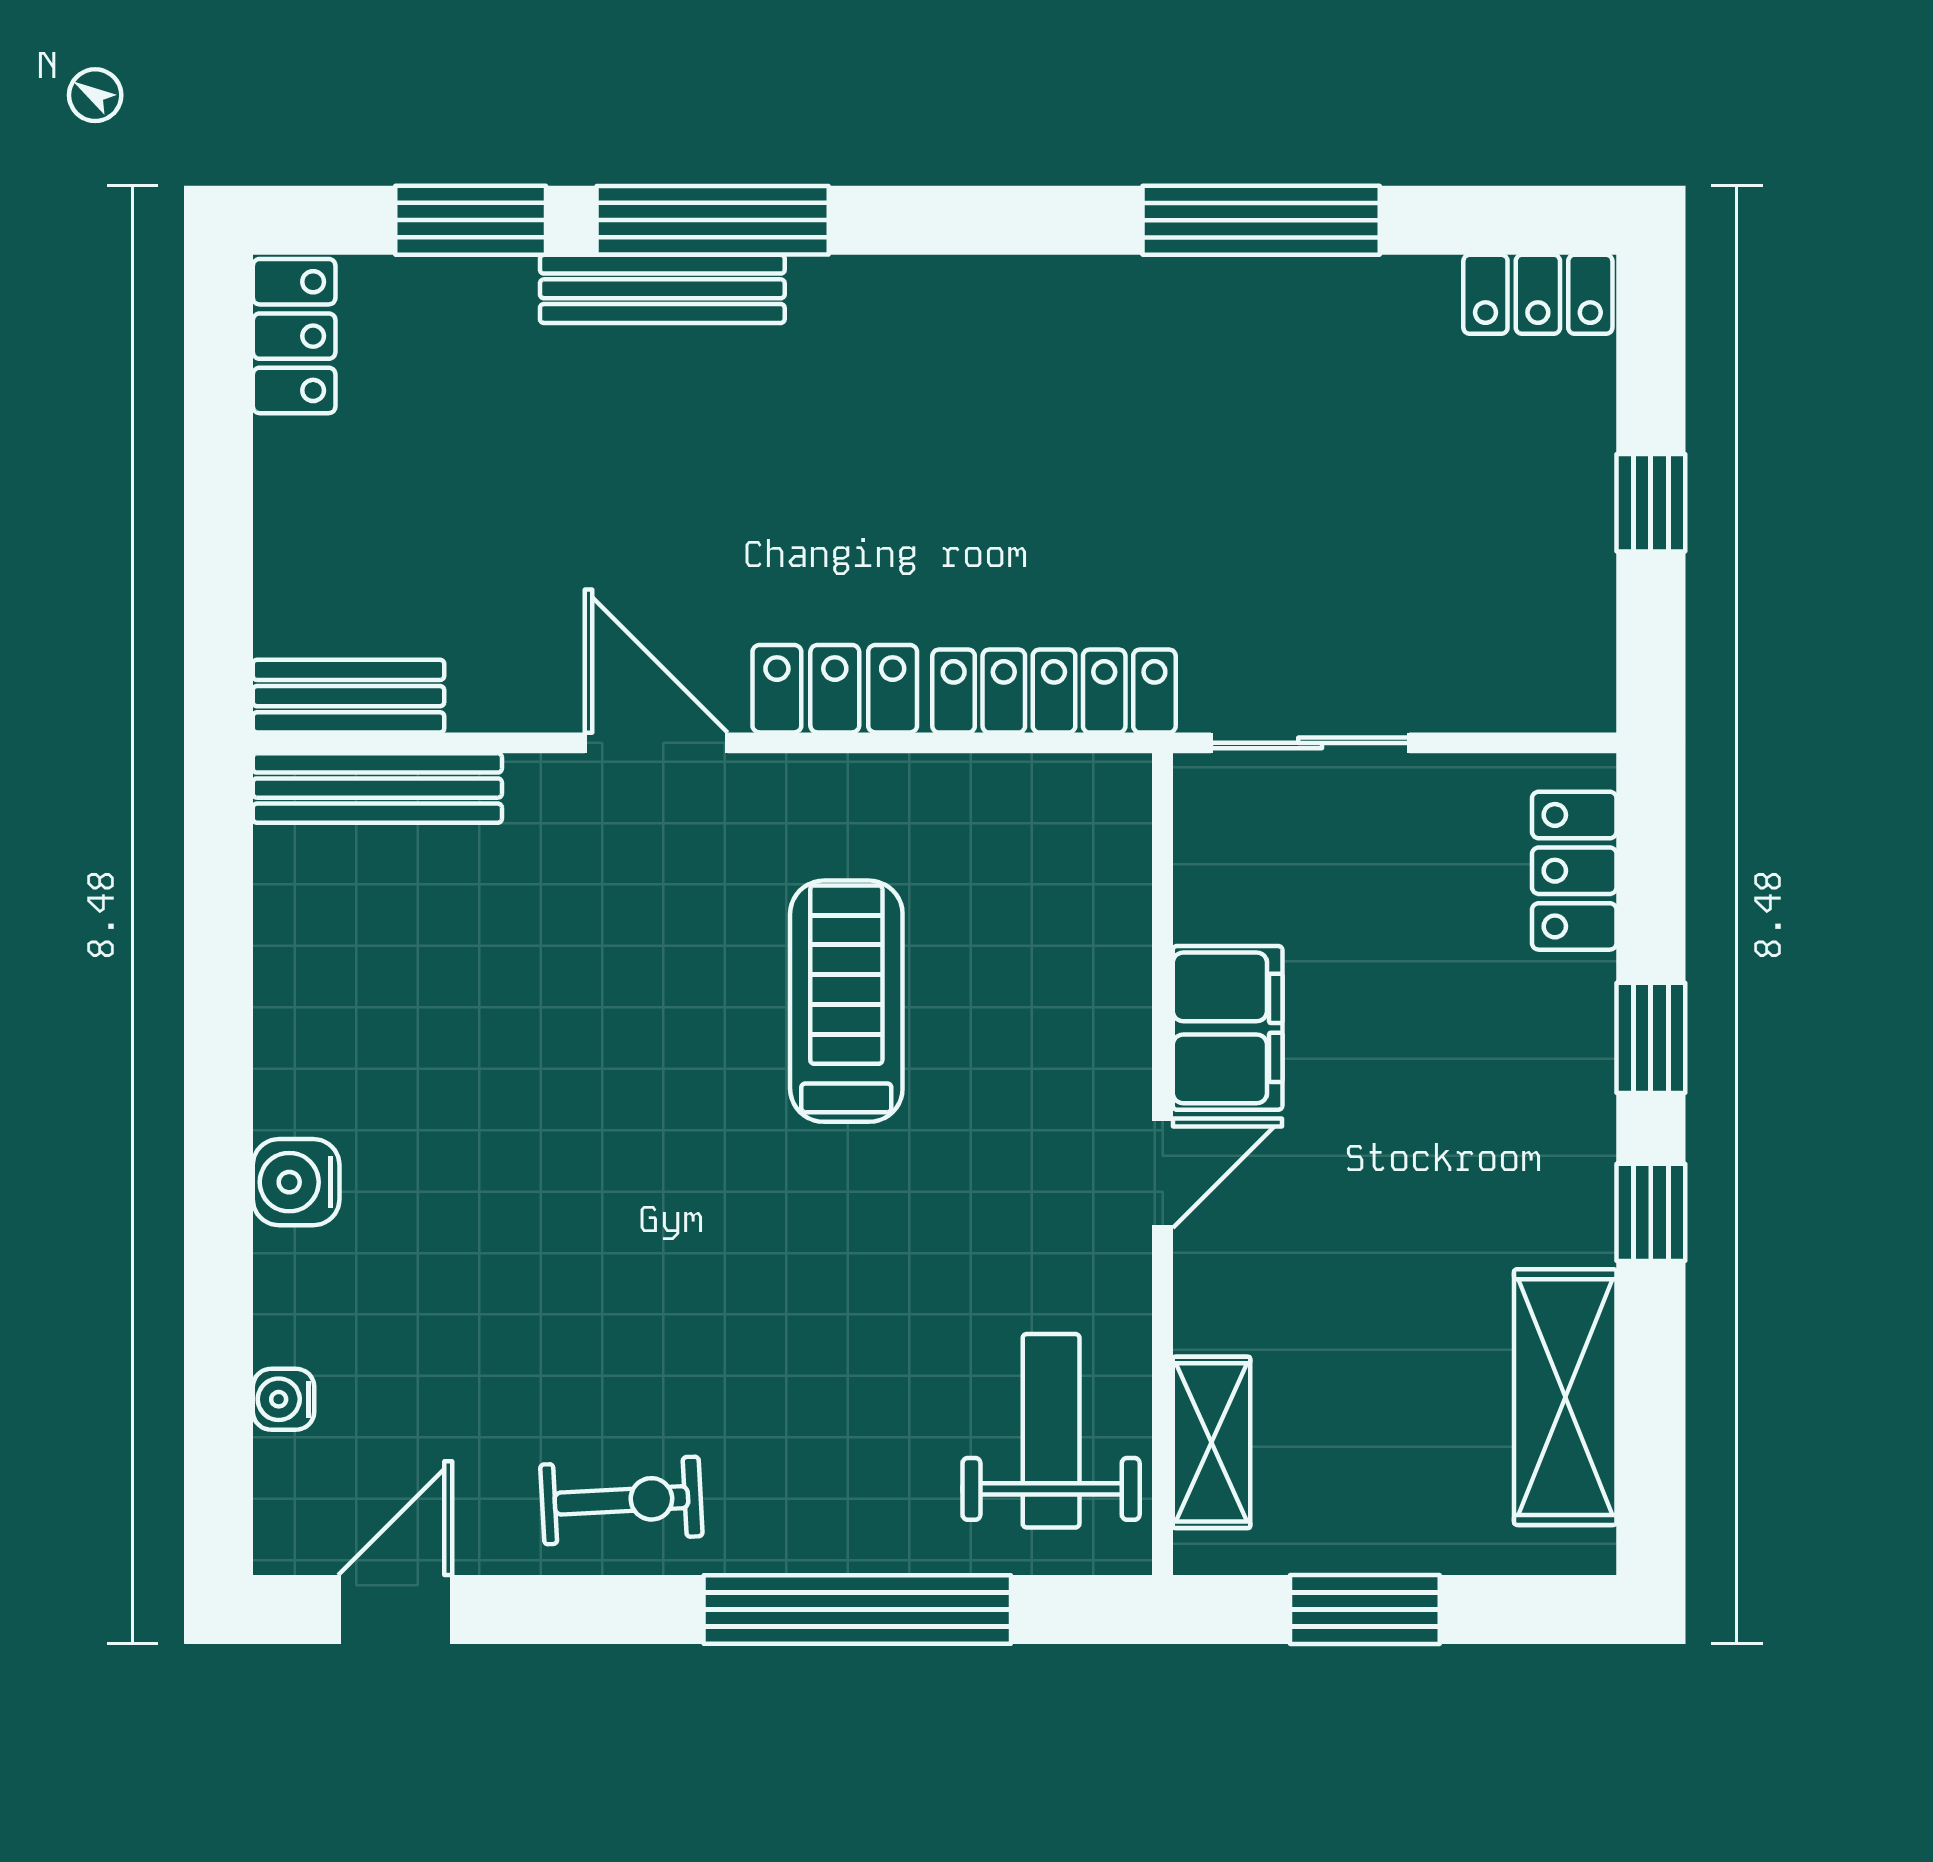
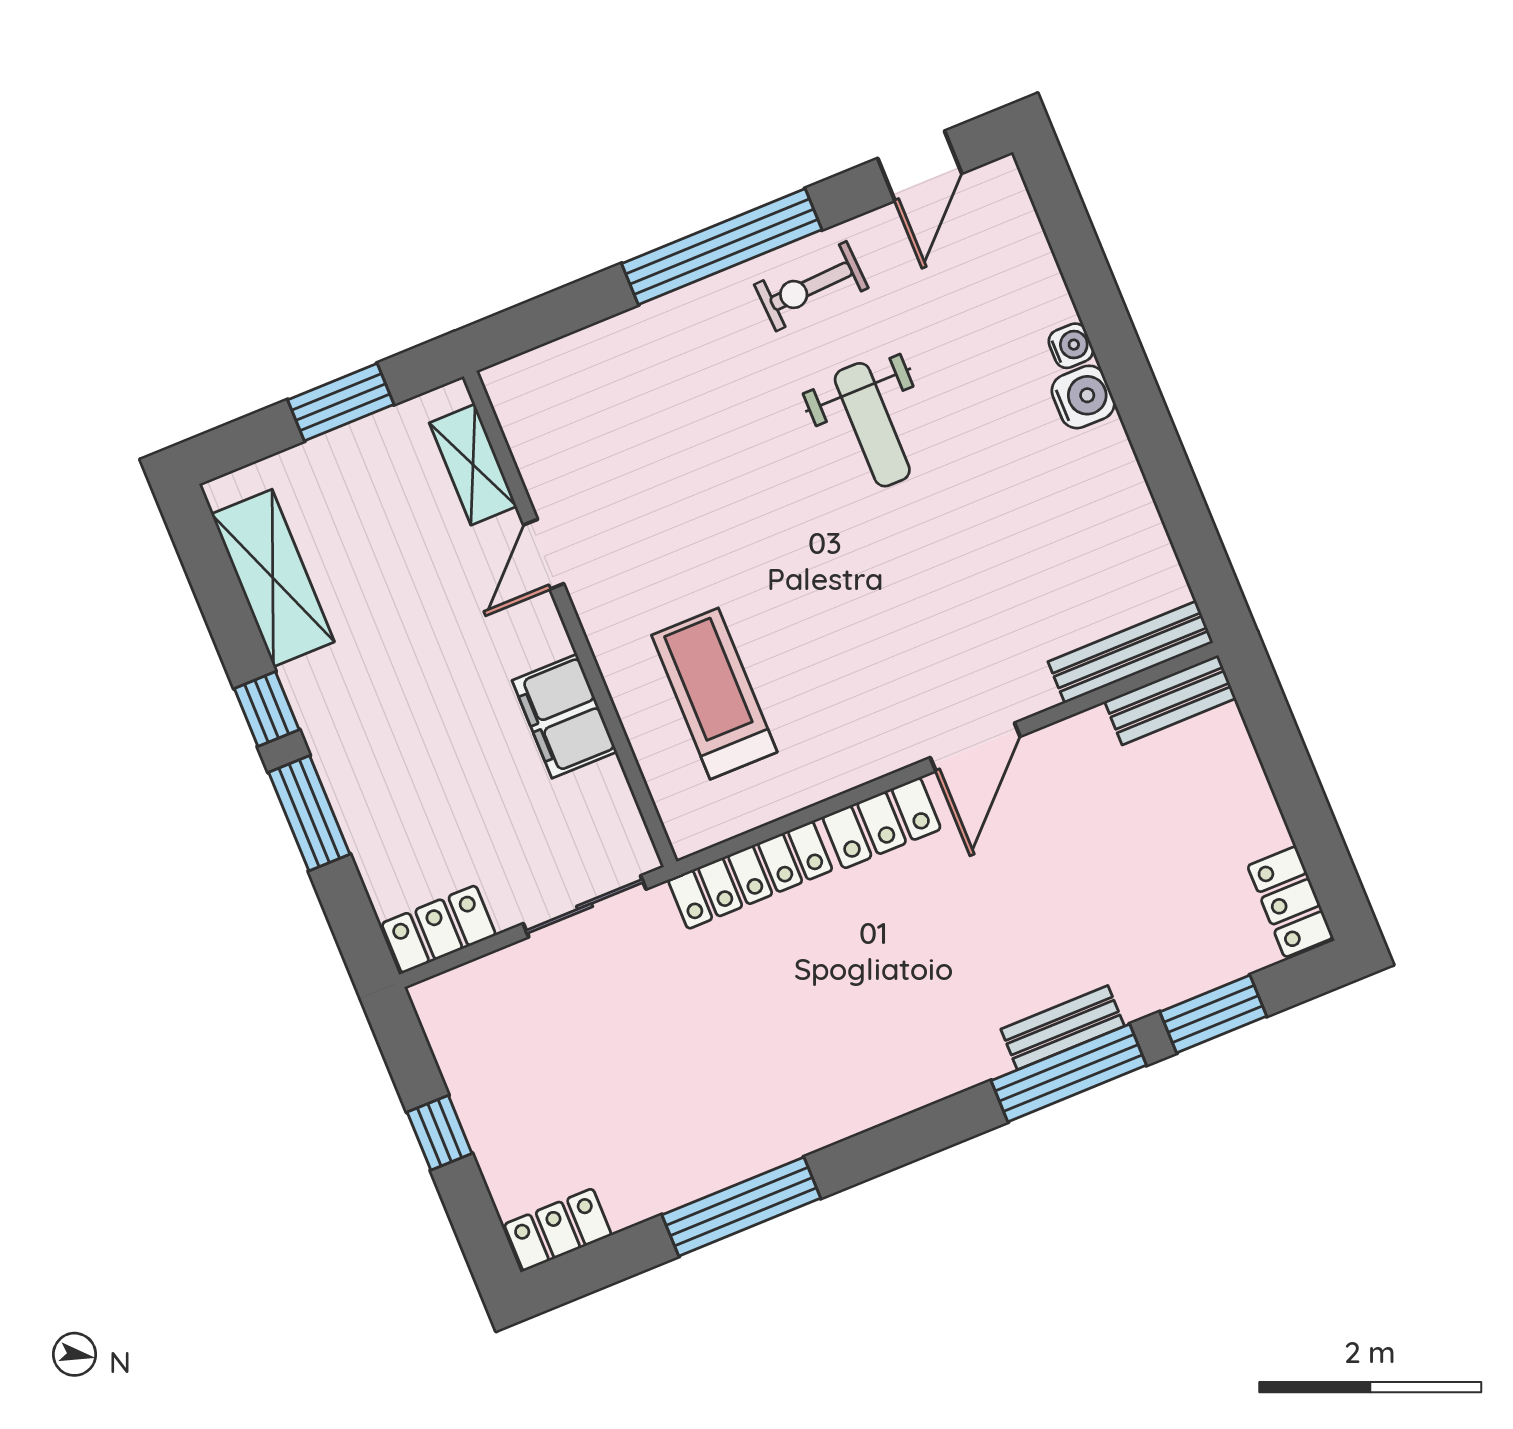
bench: (662, 289) -> (1063, 1028), width x0.73
door: (656, 743) -> (975, 747), hinge flipped
locker: (1574, 871) -> (439, 929), moved, turned -90
treadmill: (846, 1001) -> (714, 694), moved, turned 180
window: (1651, 1038) -> (309, 813), width x1.50
door: (1163, 1173) -> (544, 554), moved
water cooler: (284, 1399) -> (1071, 346), moved
weight bench: (1051, 1431) -> (872, 425), moved
window: (857, 1610) -> (722, 247), moved

